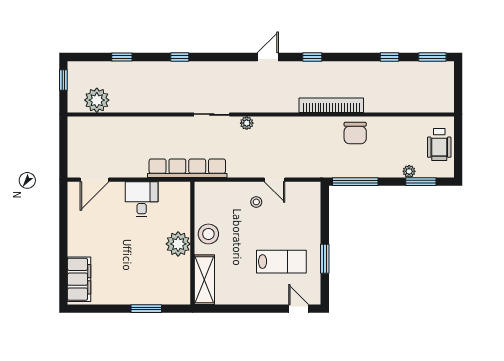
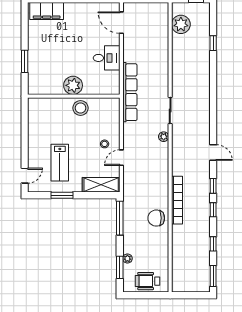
window: (180, 57) -> (213, 210), moved
shelving: (204, 280) -> (101, 185), moved

